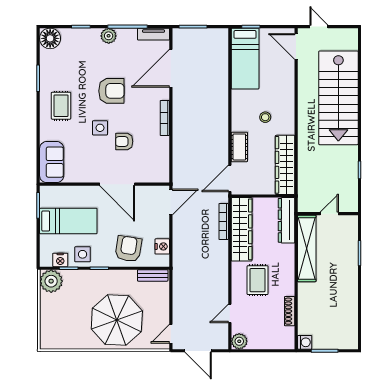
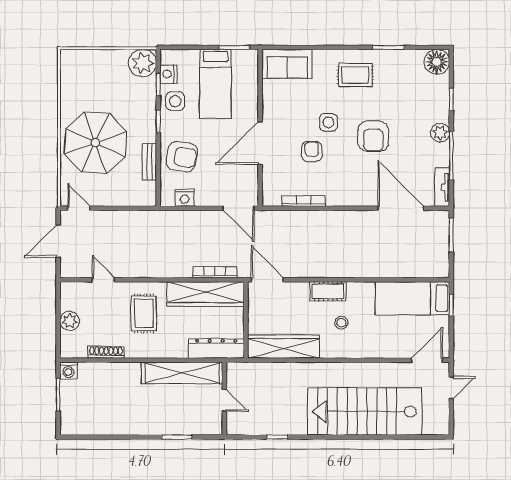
bookcase: (165, 118) -> (304, 201), moved
cot: (239, 147) -> (328, 291), moved
bench: (153, 275) -> (149, 162), moved
rug: (258, 280) -> (144, 313), turned 90
plant: (239, 341) -> (70, 321), moved

